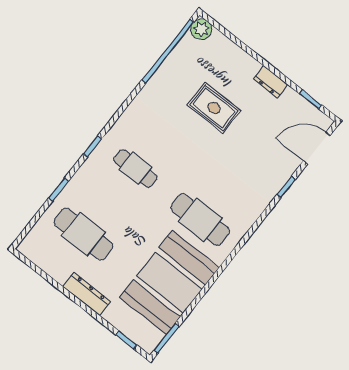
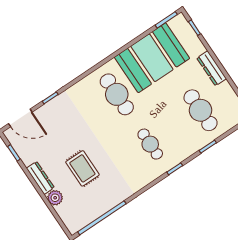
plant: (201, 29) -> (55, 198), moved
dresser: (271, 82) -> (40, 178), width x1.44

